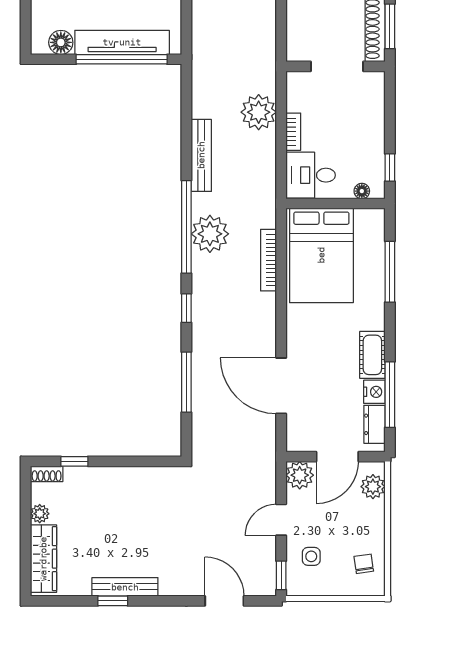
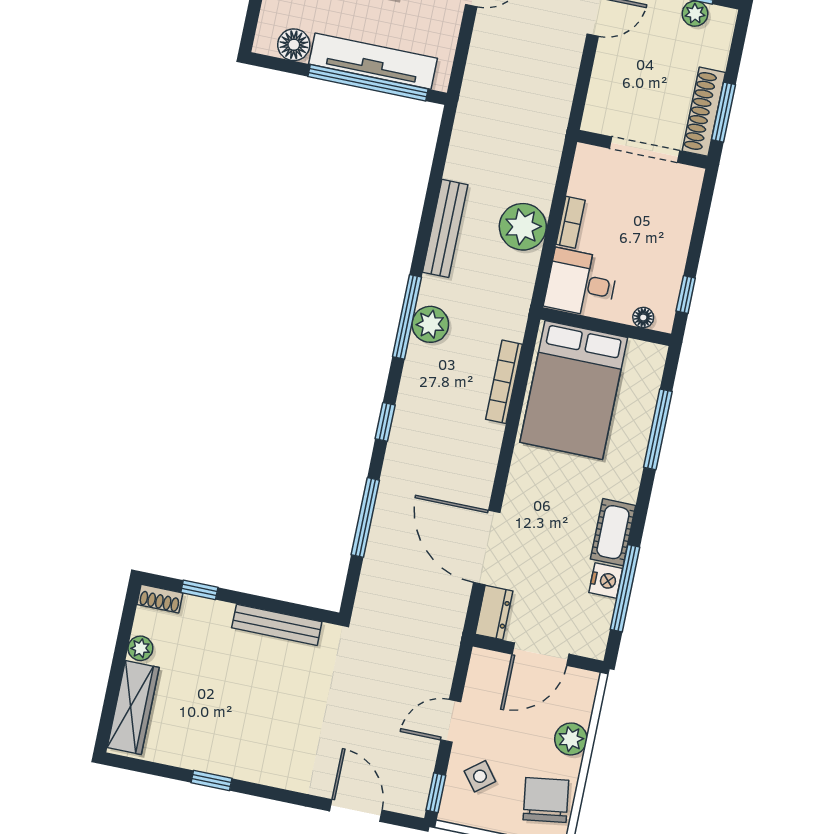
plant: (259, 112) -> (523, 227), moved
window: (186, 227) -> (407, 317), width x0.68
plant: (210, 234) -> (430, 324), width x0.73, depth x0.73
dresser: (374, 424) -> (494, 613), moved, turned 180
plant: (300, 475) -> (487, 668), removed
plant: (373, 487) -> (571, 739), moved
side table: (311, 556) -> (480, 776), turned -38
chair: (364, 564) -> (546, 800), width x1.87, depth x1.87
bench: (125, 587) -> (277, 625), moved

